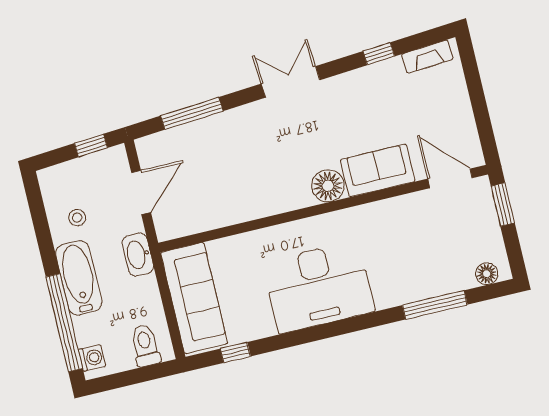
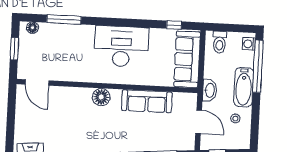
sofa: (378, 171) -> (147, 101), moved, width x1.36
door: (141, 193) -> (199, 122), swing flipped
window: (503, 204) -> (14, 49), moved

